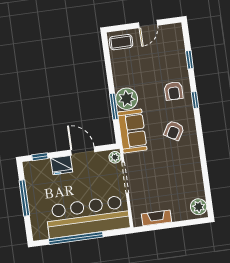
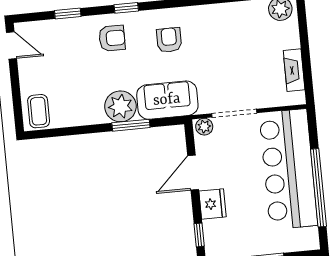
door: (148, 24) -> (11, 45), moved
armchair: (174, 131) -> (169, 40), turned -120

